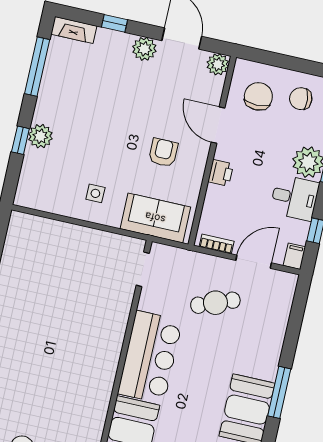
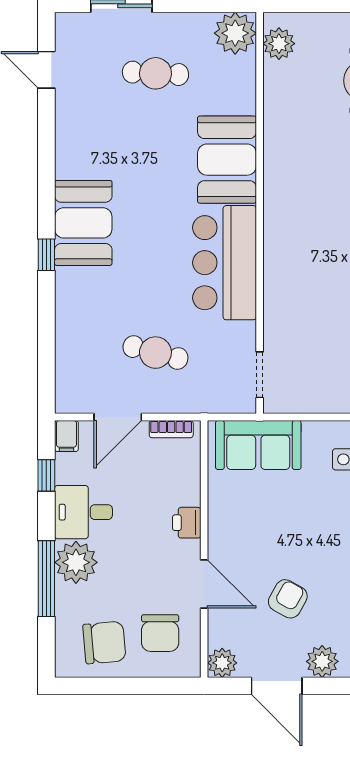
chair: (301, 99) -> (104, 643), width x1.37, depth x1.37
armchair: (163, 153) -> (288, 599), moved, turned -151
cafe table: (215, 303) -> (155, 353), turned 36
window: (279, 392) -> (46, 255), width x0.46

